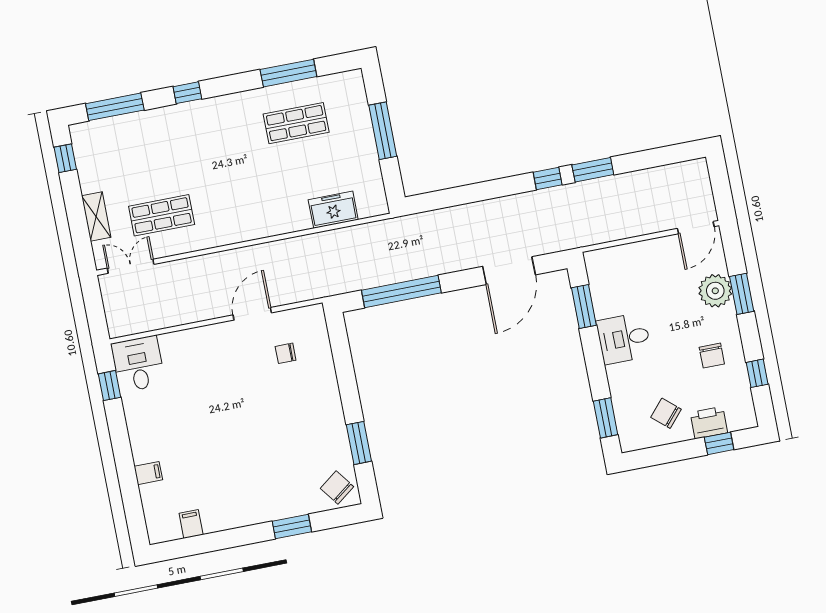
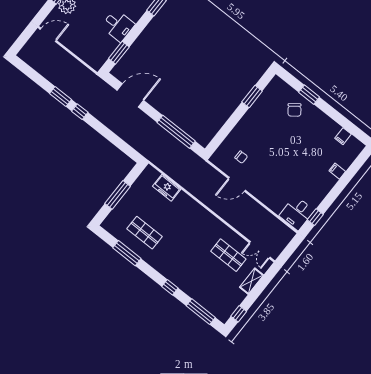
chair: (337, 487) -> (294, 110), moved

